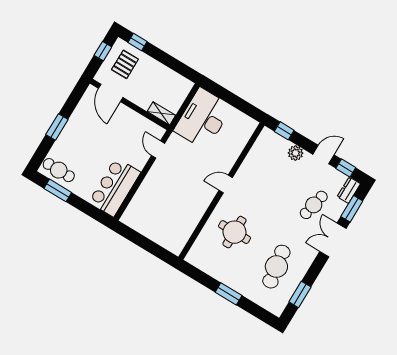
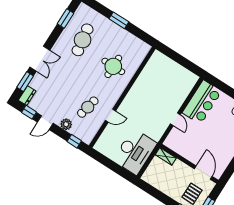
door: (158, 149) -> (175, 119), moved
door: (226, 184) -> (110, 116), moved
cafe table: (314, 205) -> (88, 107), moved

